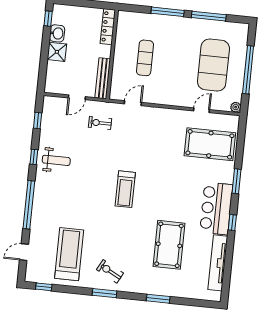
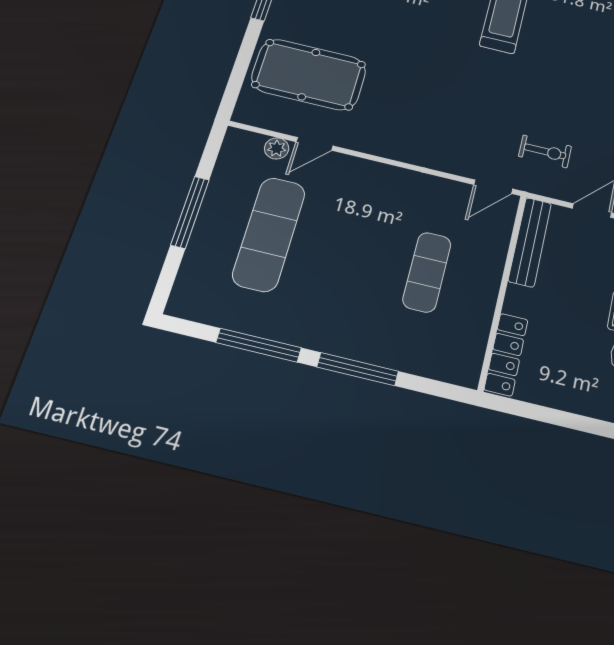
exercise mat: (213, 65) -> (269, 234), width x0.68
window: (248, 70) -> (190, 212), width x0.68
door: (133, 103) -> (493, 187), moved
plant: (236, 107) -> (277, 148), moved

